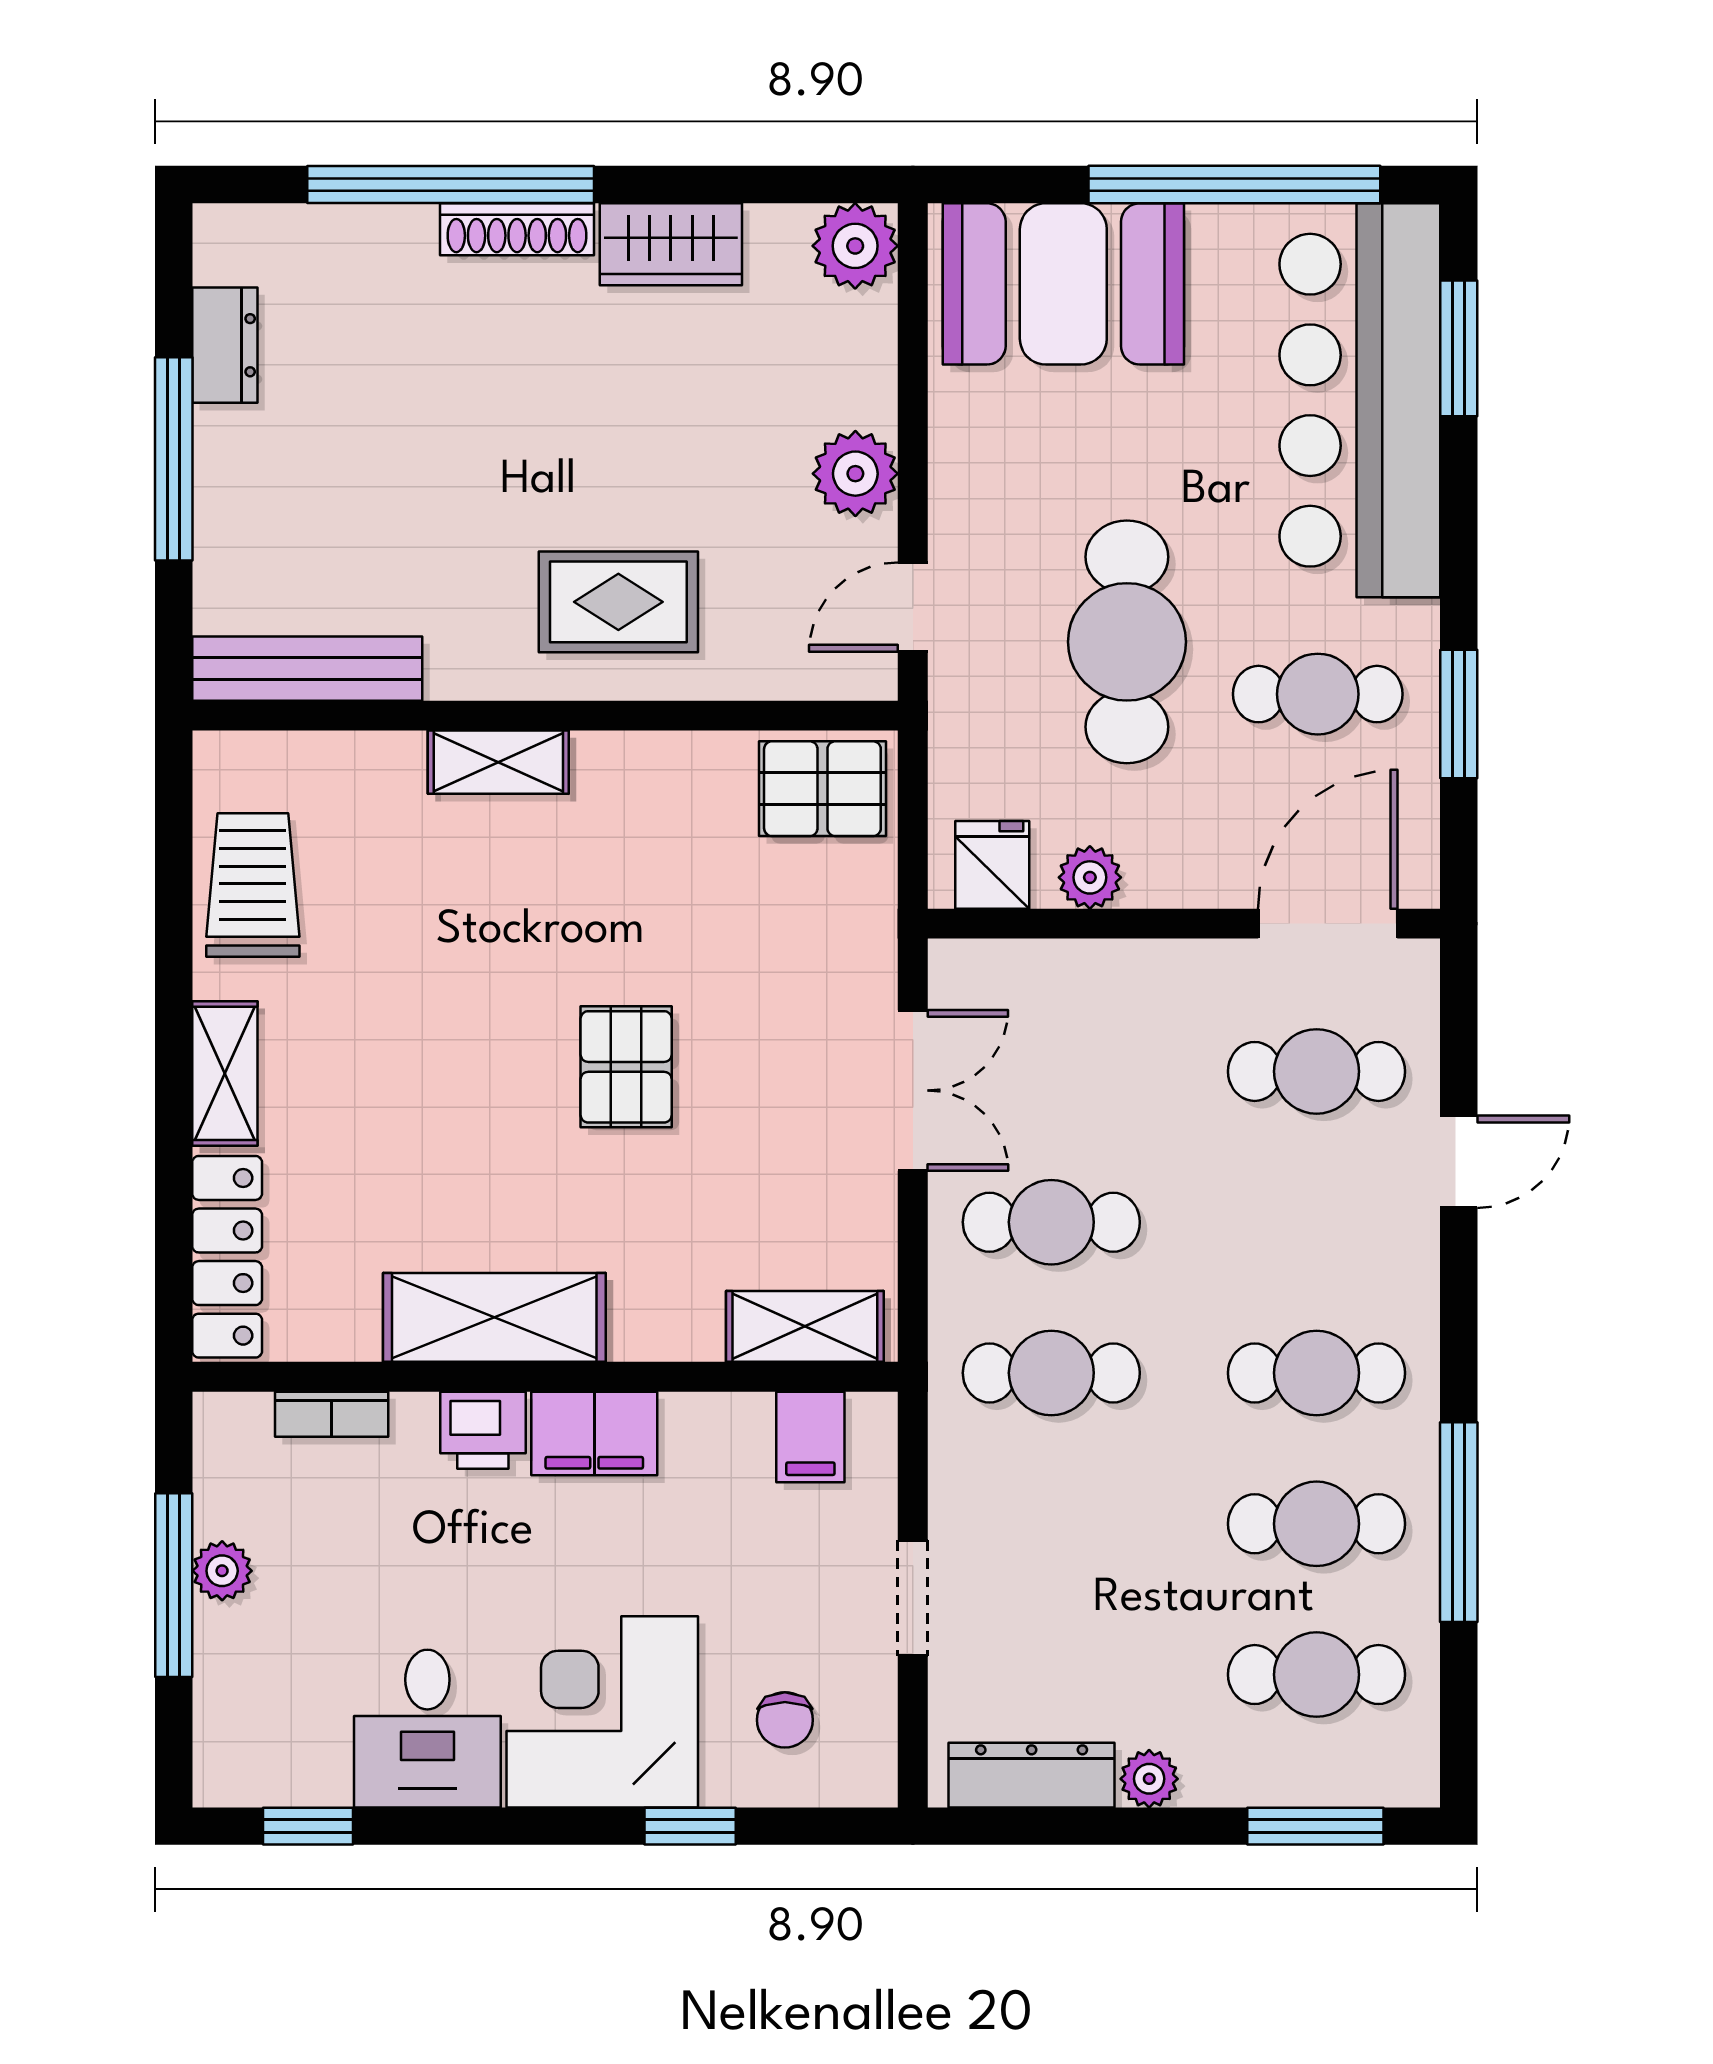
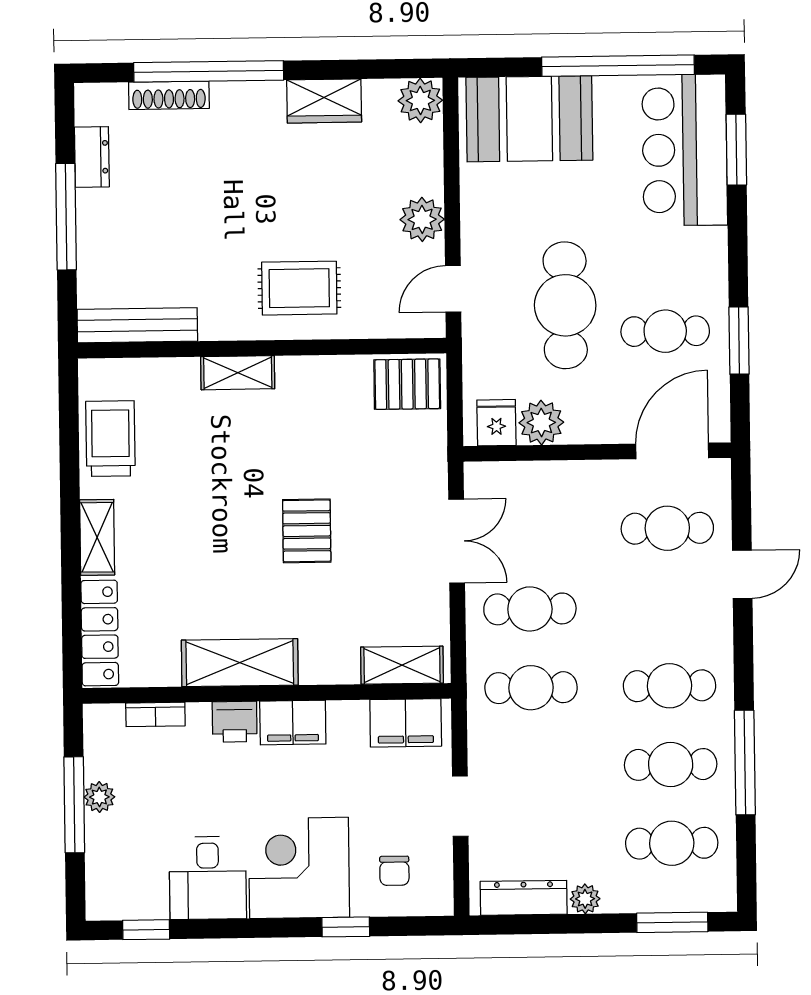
shoe rack: (517, 229) -> (169, 95), moved
bar counter: (1360, 400) -> (685, 150), width x0.73
plant: (1090, 877) -> (541, 423), width x1.38, depth x1.38
filing cabinet: (810, 1437) -> (406, 723), width x2.00

